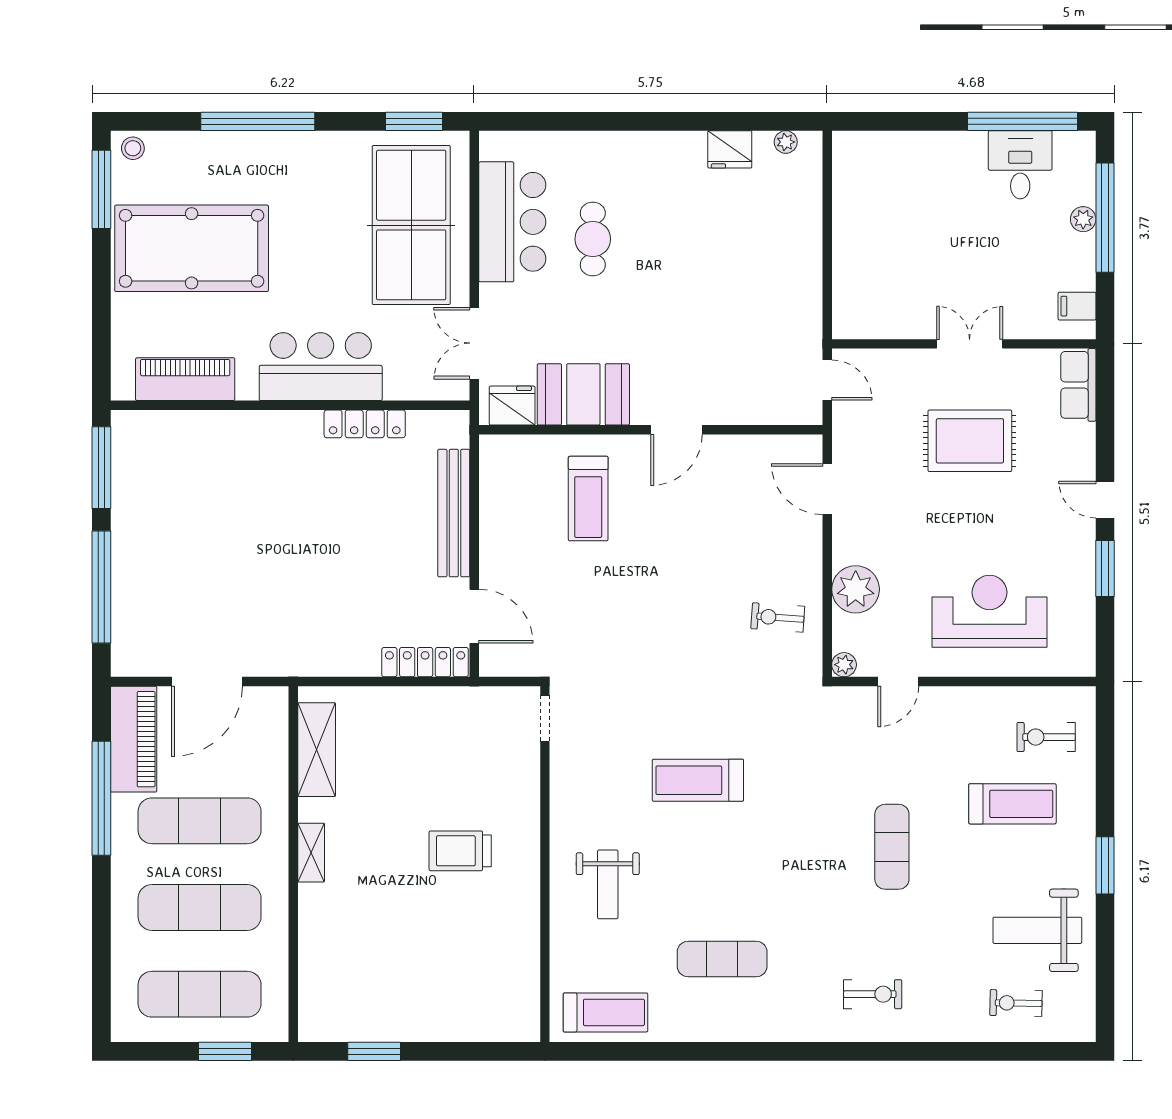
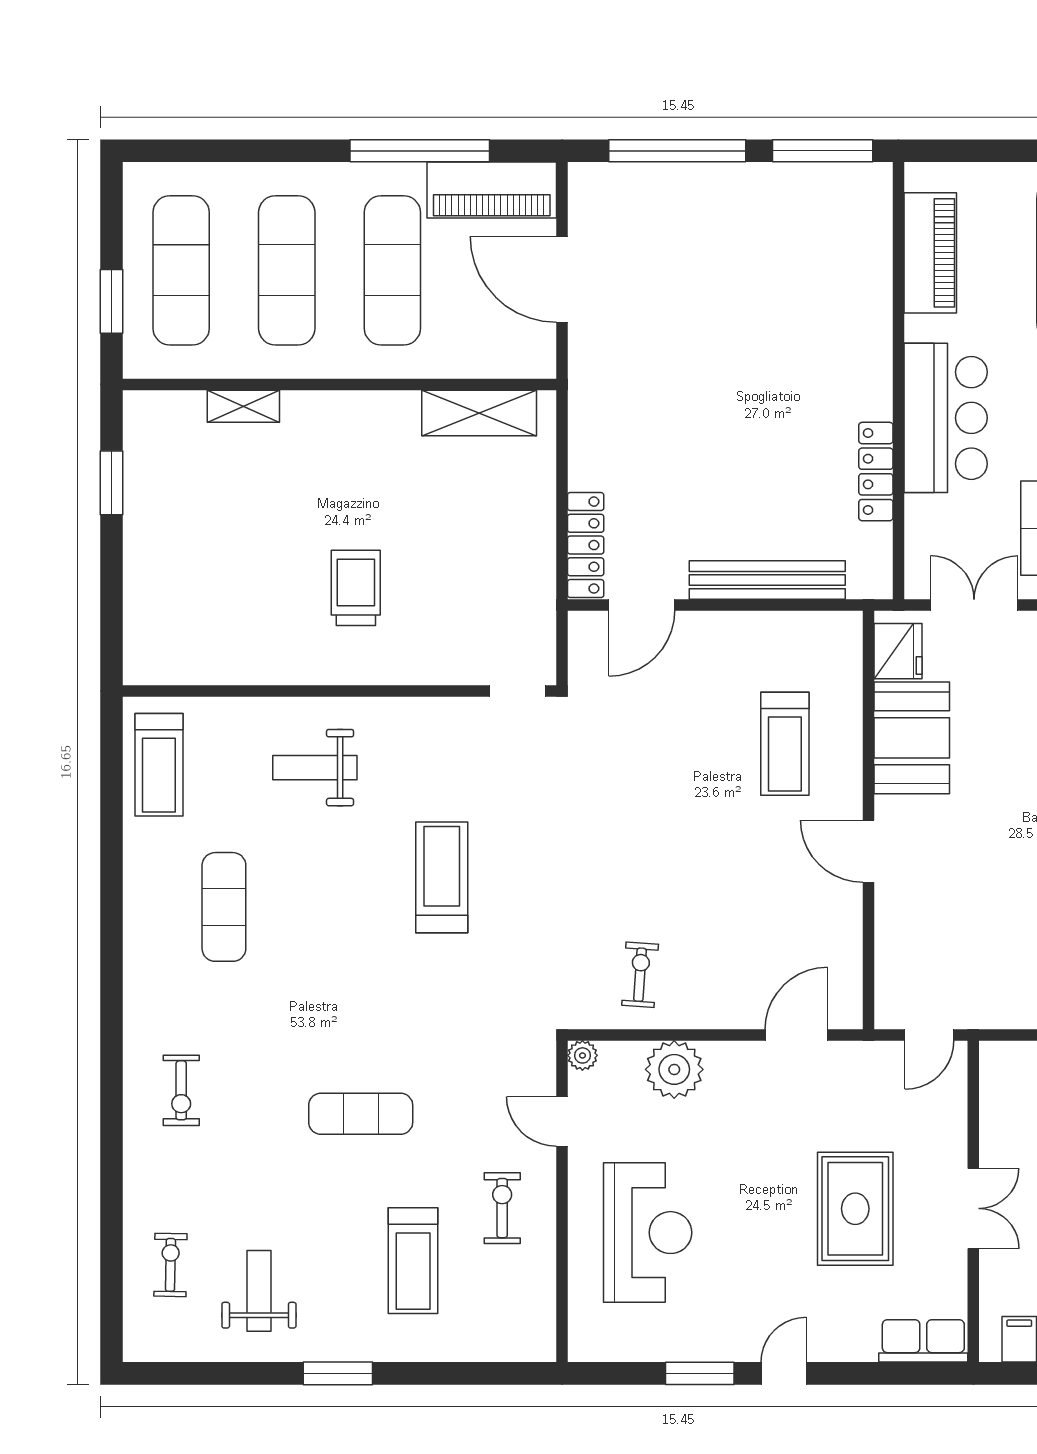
treadmill: (588, 499) -> (785, 744), turned -90
exercise bike: (1046, 737) -> (502, 1208), moved
shelving: (311, 853) -> (243, 406), moved
weight bench: (1037, 930) -> (259, 1291), width x0.73, depth x0.75

